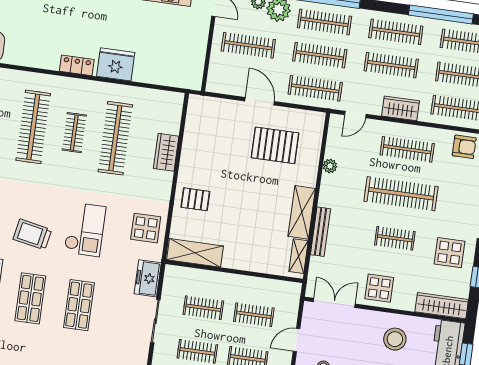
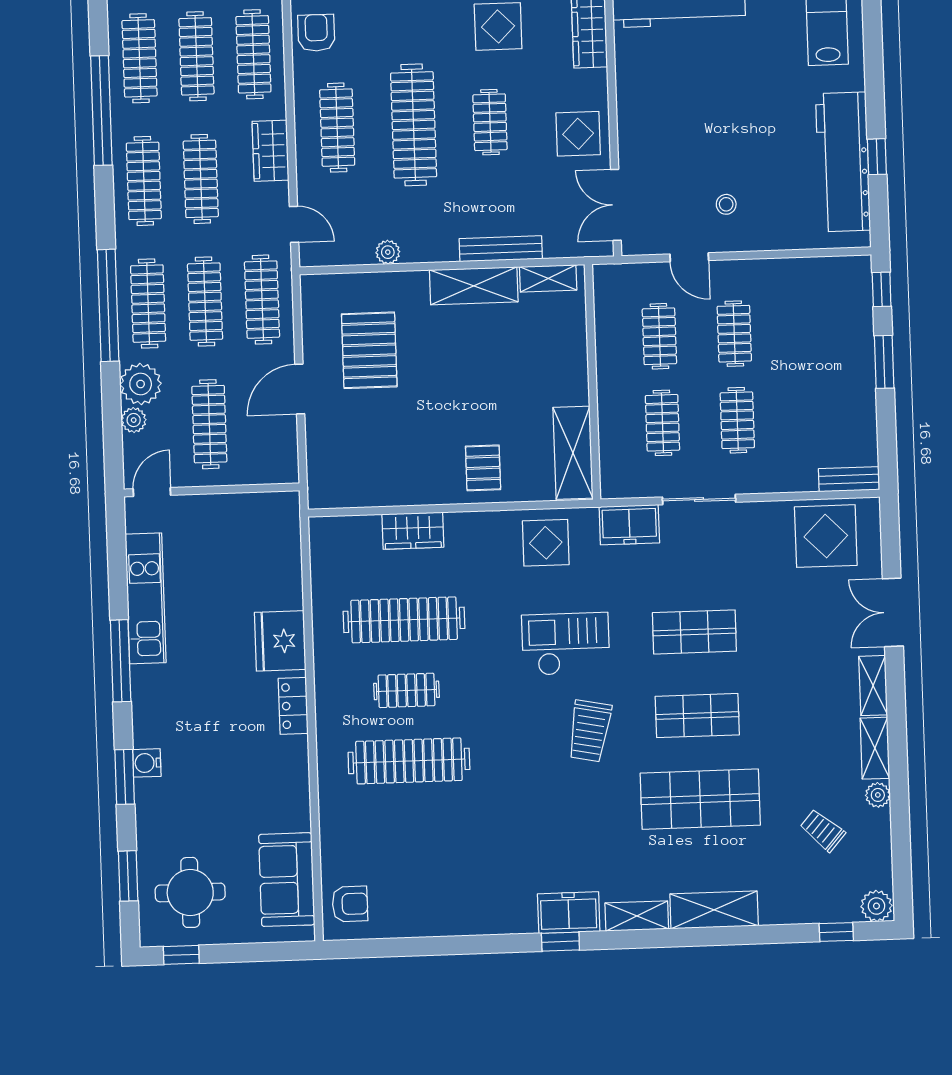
stool: (395, 339) -> (659, 93), removed

